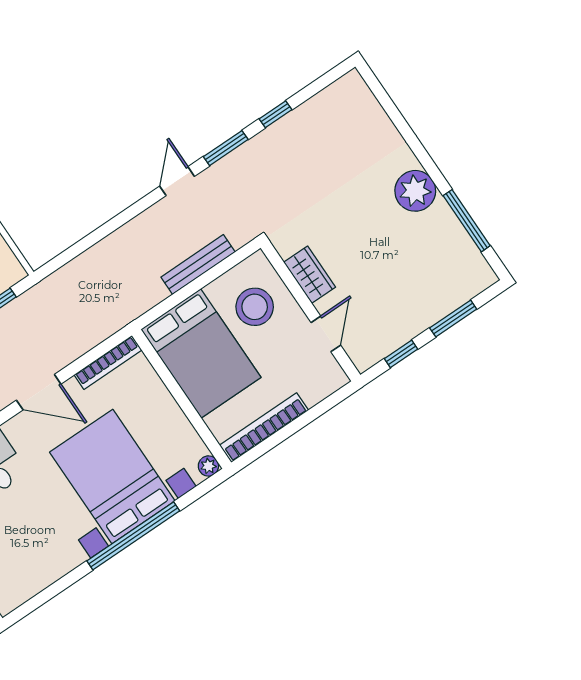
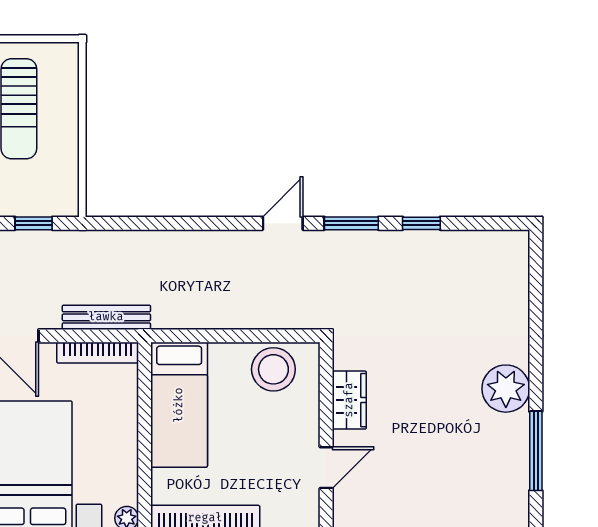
bench: (198, 265) -> (106, 317), moved
stool: (255, 307) -> (273, 369), moved
bed: (201, 353) -> (179, 405), width x0.67

